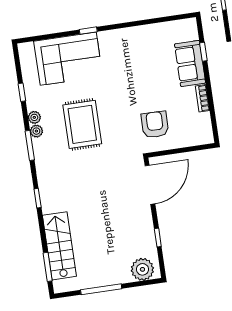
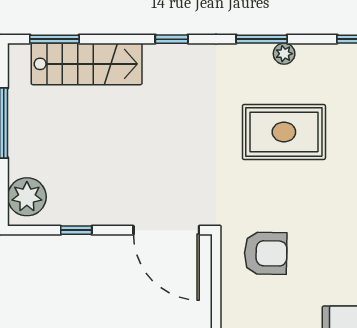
plant: (34, 117) -> (307, 54), removed

